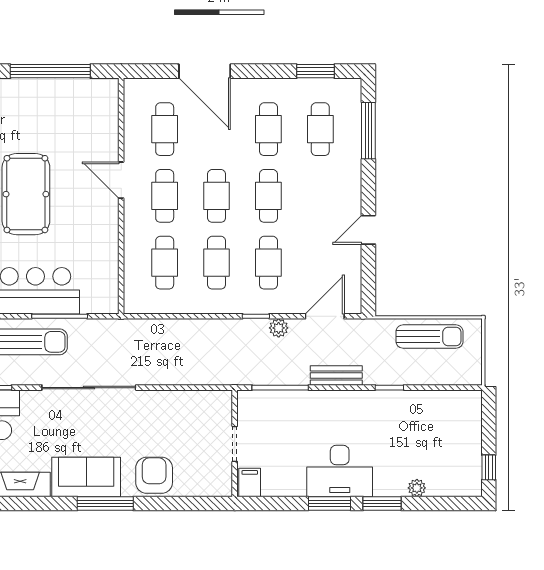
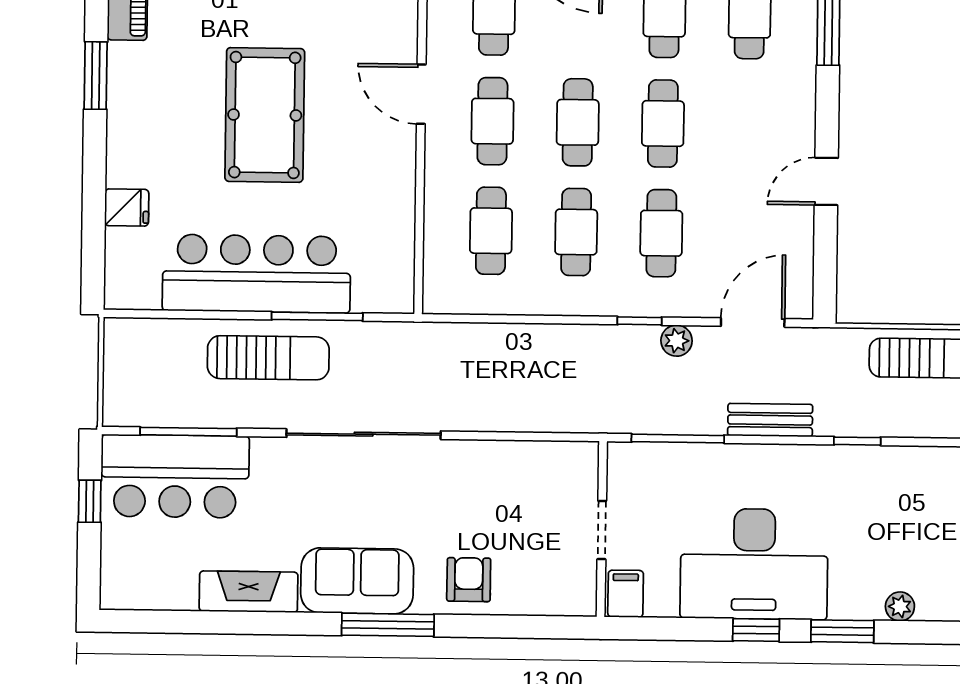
desk: (340, 471) -> (754, 564), width x1.36, depth x1.30
armchair: (154, 475) -> (469, 580), width x0.72, depth x0.72
window: (329, 503) -> (756, 630), width x0.67

